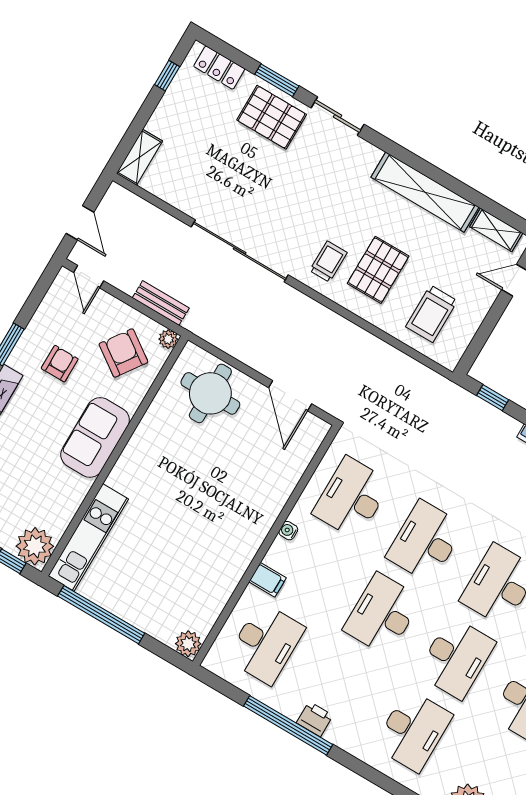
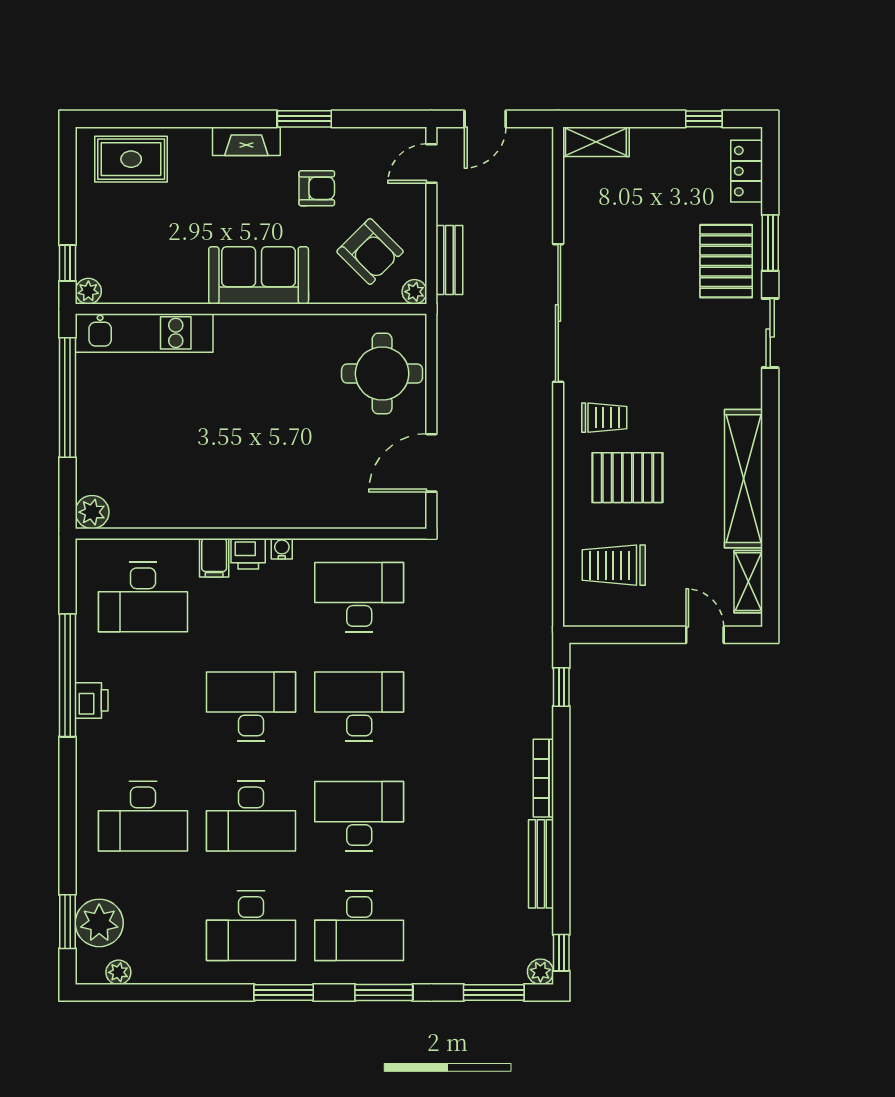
armchair: (123, 353) -> (370, 252), turned 100
plant: (35, 546) -> (88, 291), width x0.53, depth x0.53
printer: (278, 555) -> (248, 554), added

